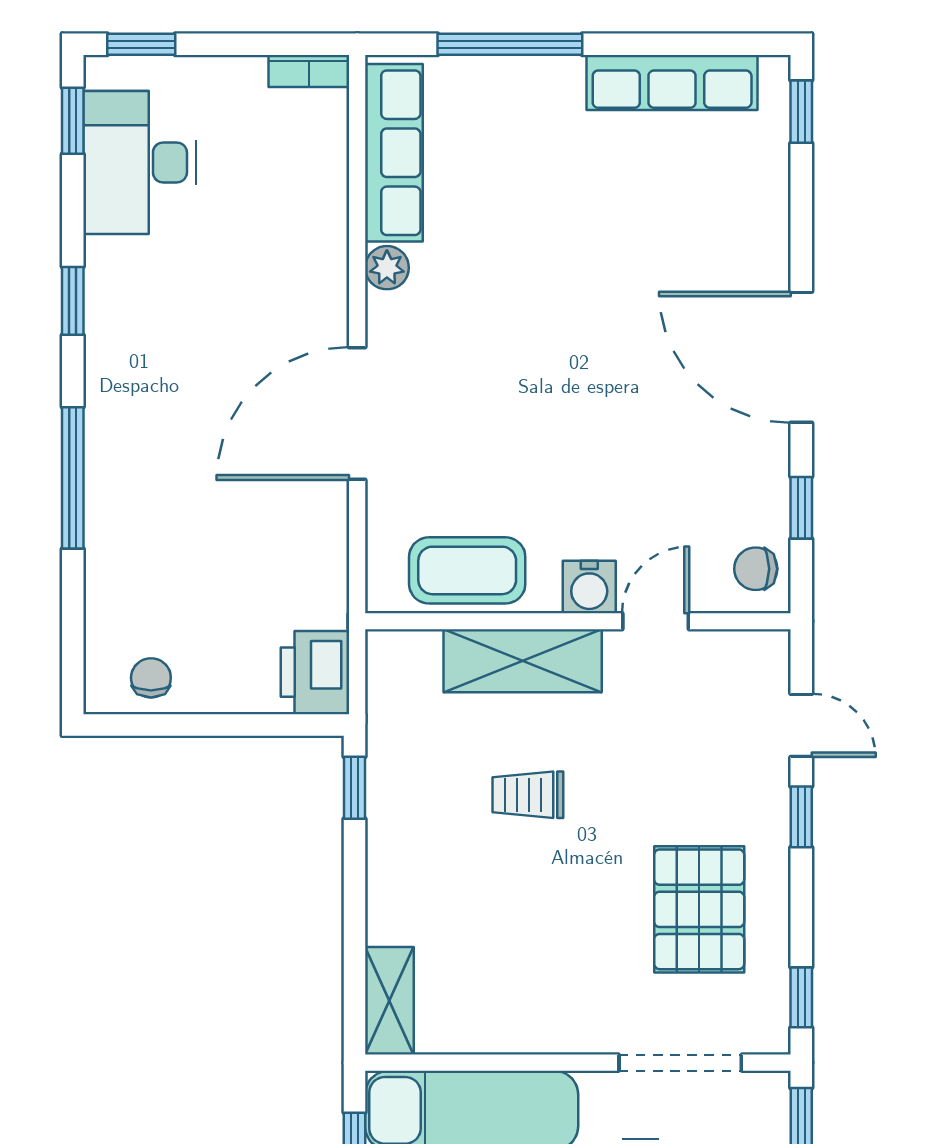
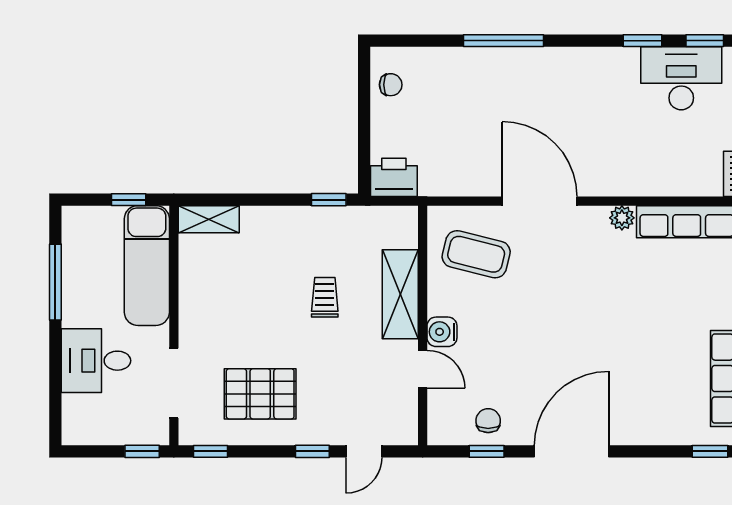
window: (73, 301) -> (642, 41), moved
chair: (756, 569) -> (488, 421), moved
coffee table: (467, 570) -> (476, 254), moved, turned -76

